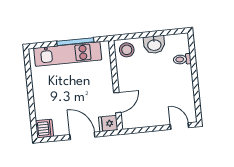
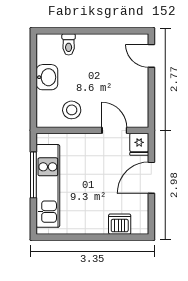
stool: (127, 50) -> (72, 110), moved
door: (179, 126) -> (151, 56), hinge flipped
dishwasher: (44, 129) -> (120, 224), moved

